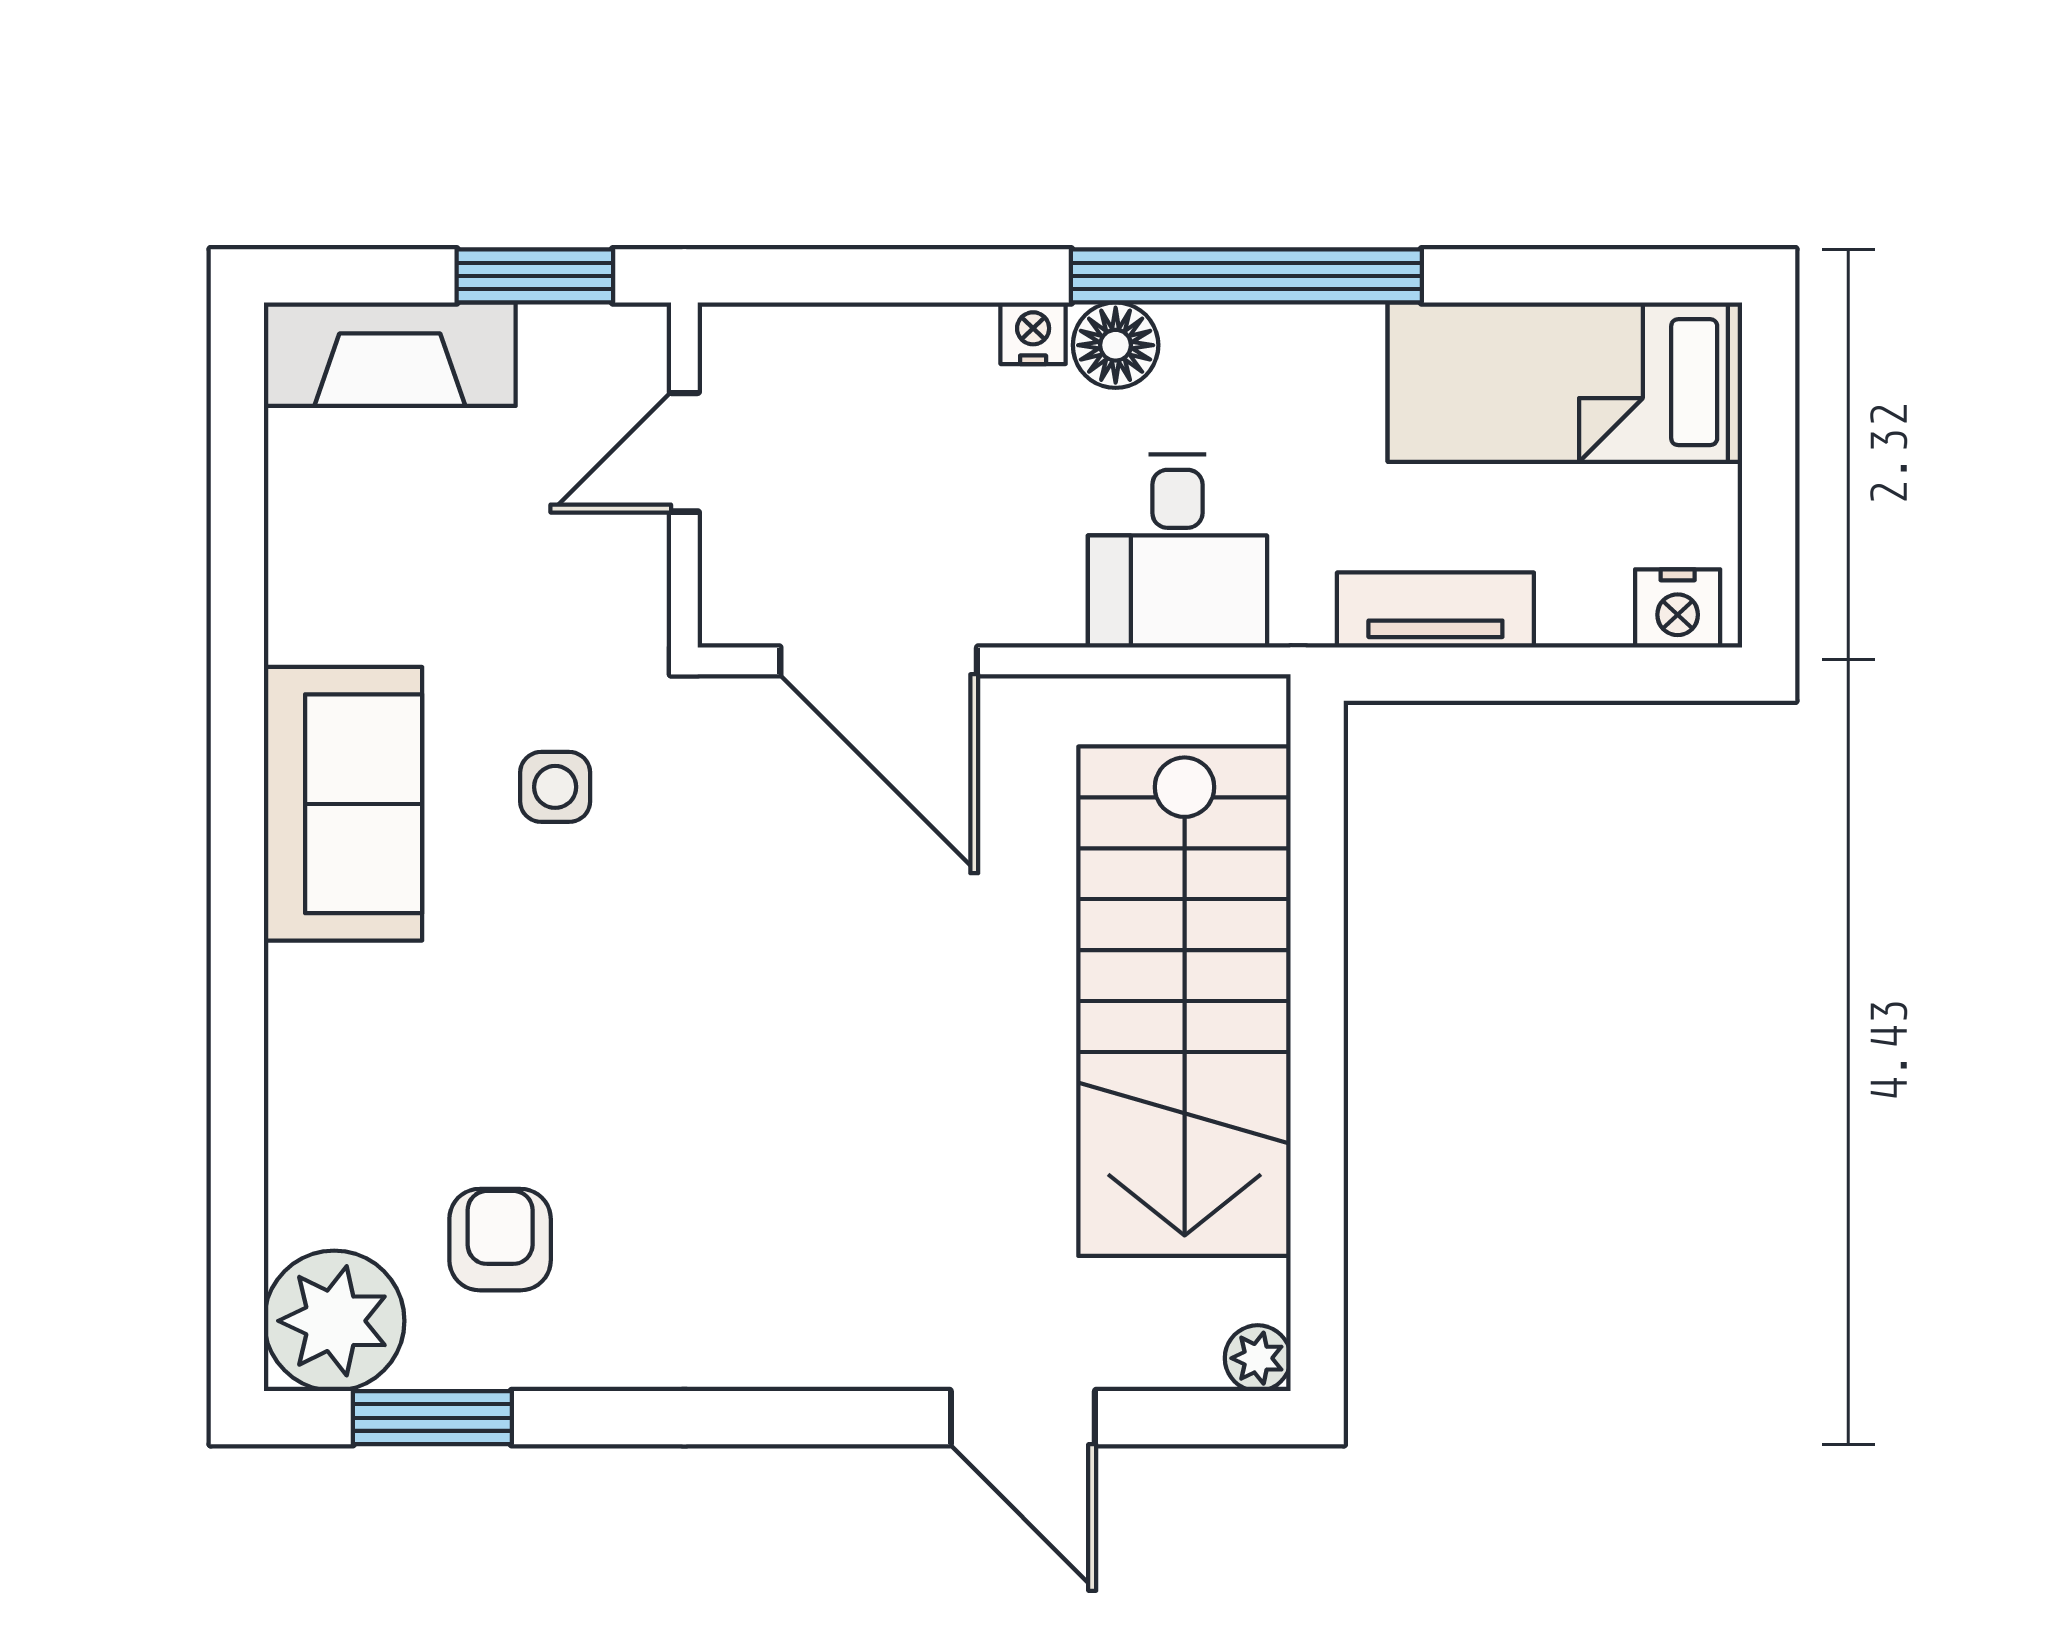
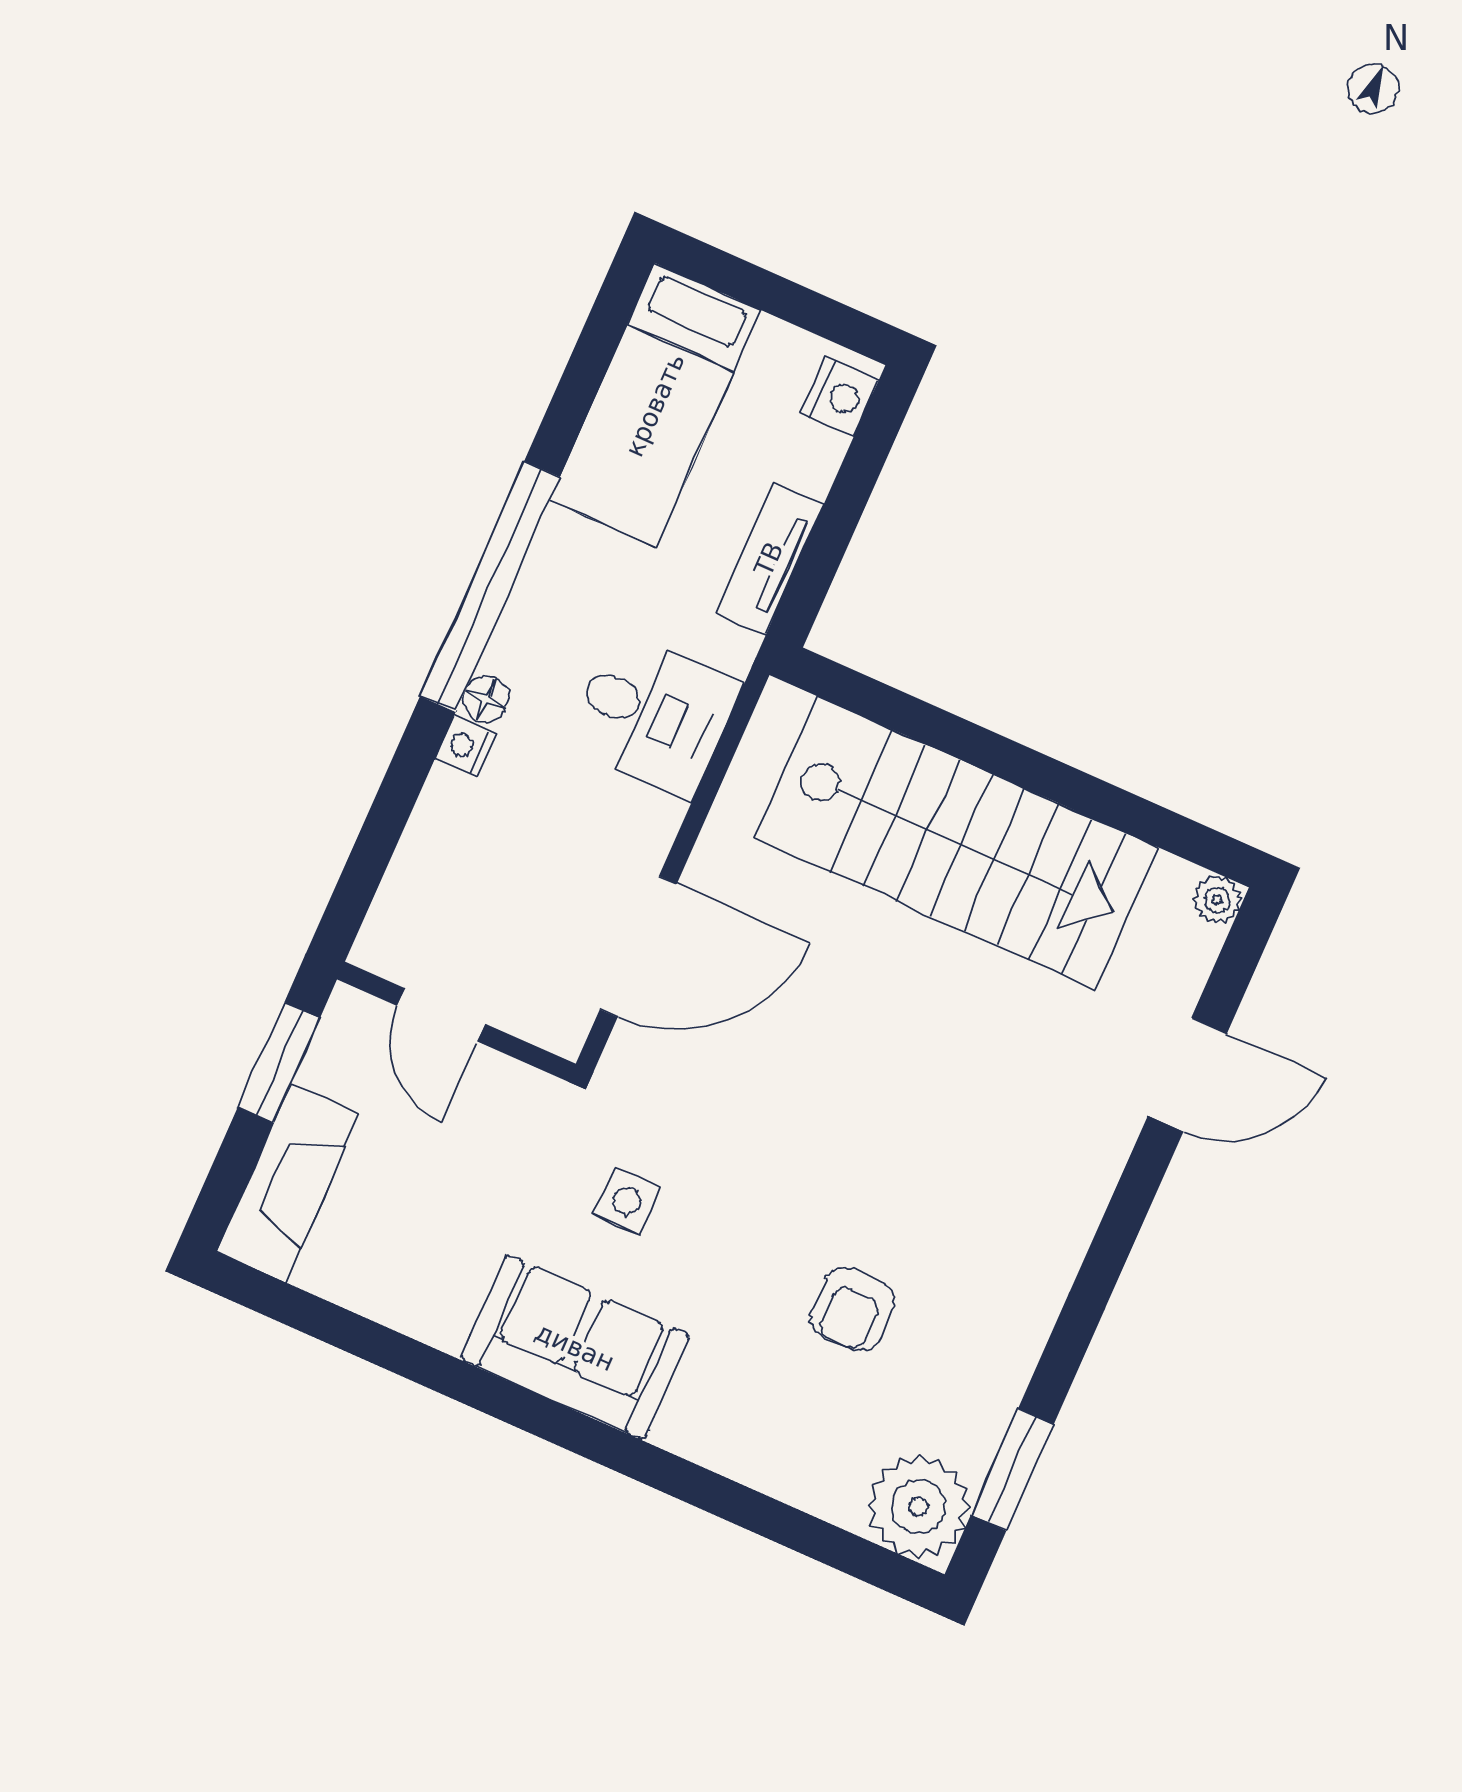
floor lamp: (1116, 345) -> (486, 699), width x0.73, depth x0.73
armchair: (500, 1240) -> (853, 1309), moved, turned -90

